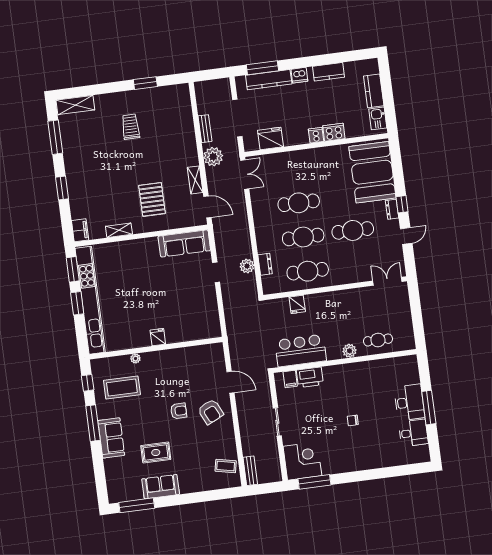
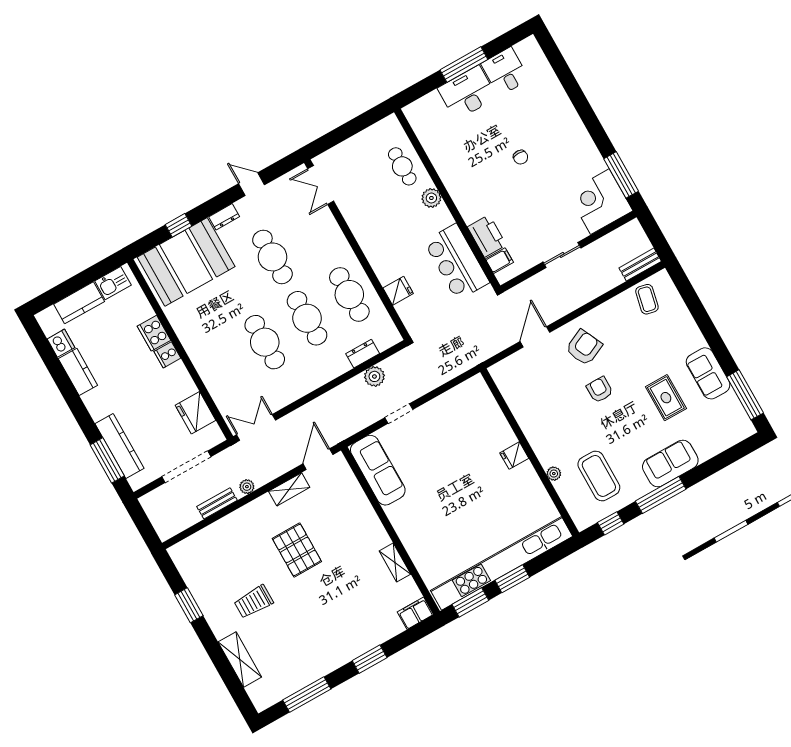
dishwasher: (299, 75) -> (61, 343), moved
shelving: (75, 105) -> (240, 660), moved
plant: (213, 157) -> (247, 487), width x0.53, depth x0.53
pallet: (152, 199) -> (297, 550), moved, turned 90
window: (402, 204) -> (178, 225), moved

